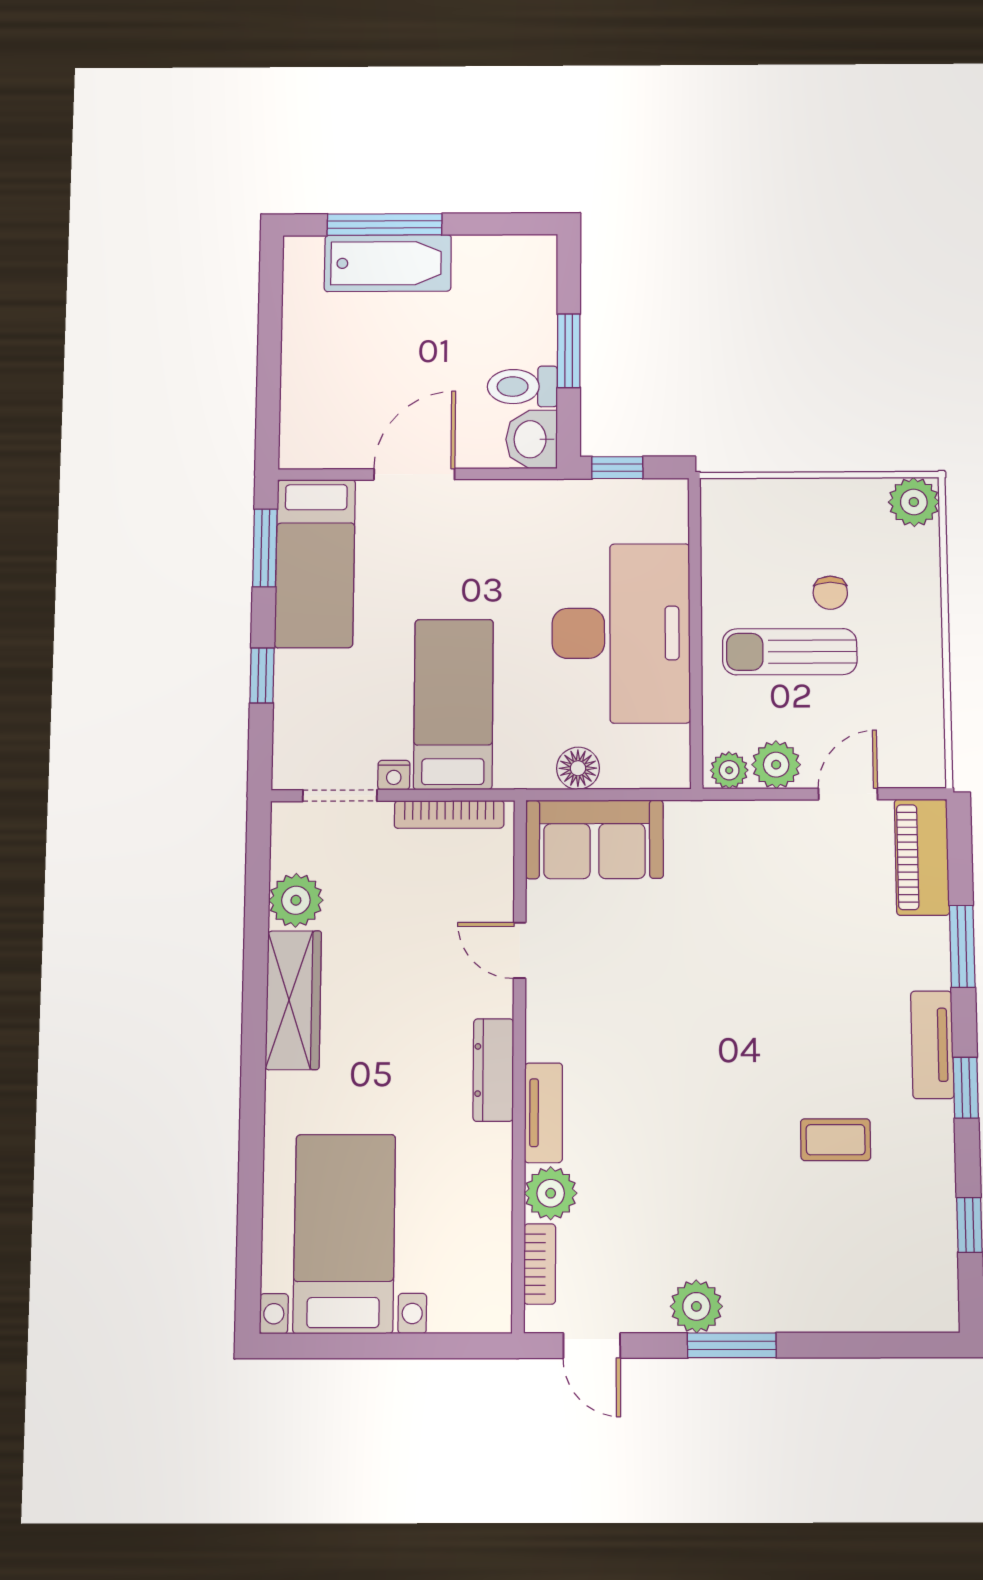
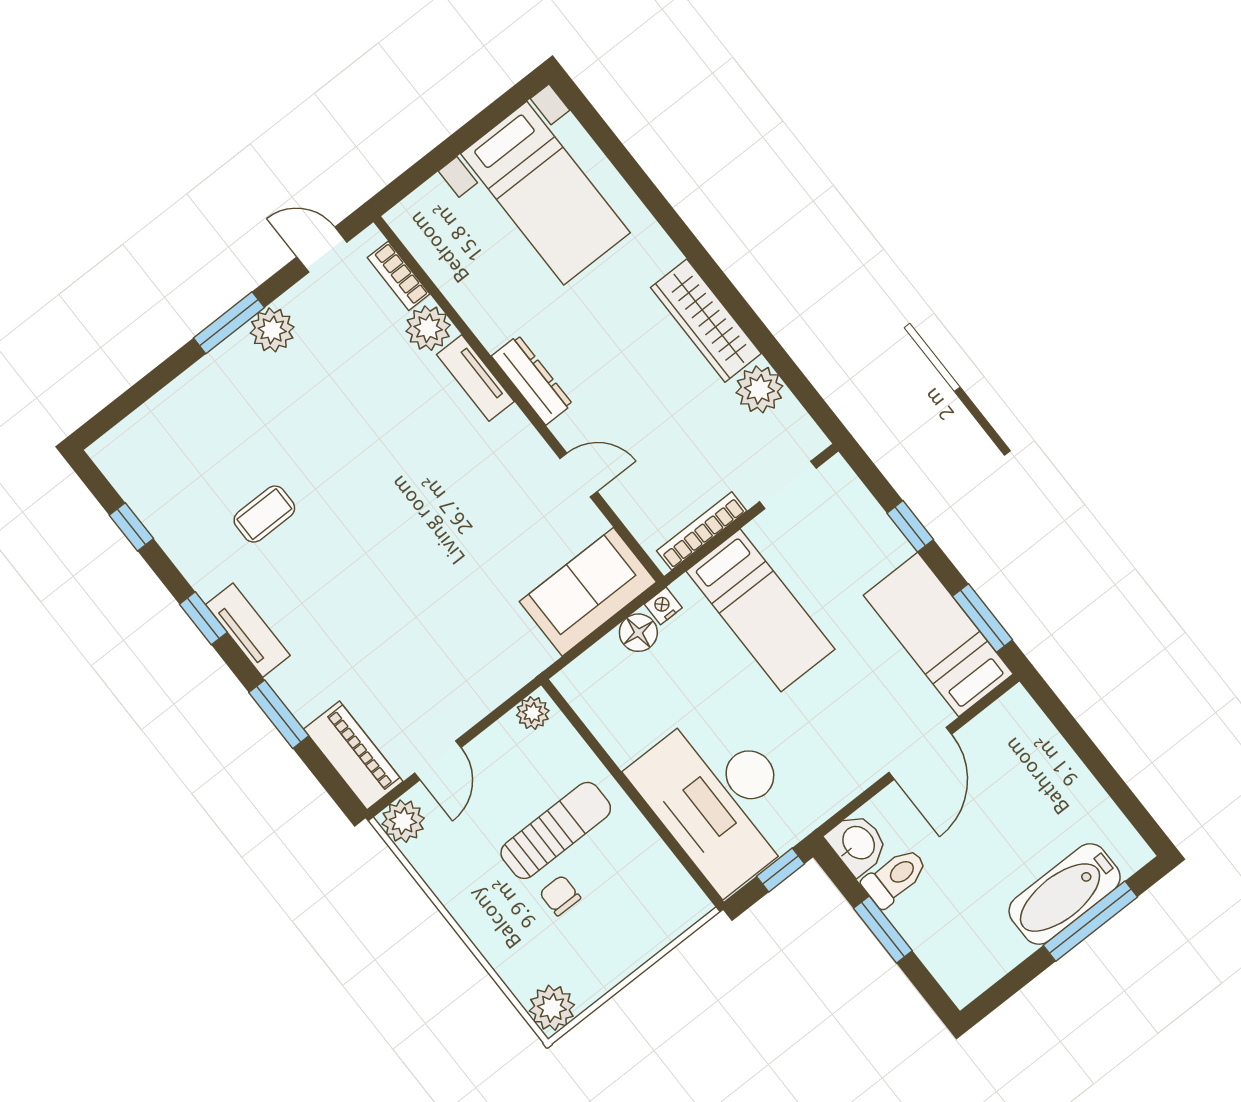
desk: (621, 633) -> (720, 798), moved
plant: (776, 765) -> (403, 821), moved
nightstand: (394, 775) -> (663, 606), moved

